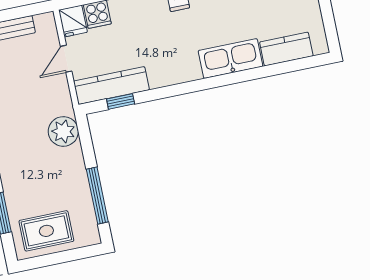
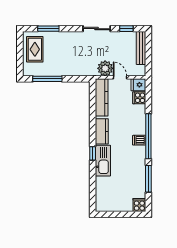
kitchen counter: (286, 49) -> (102, 131), moved
window: (121, 101) -> (93, 153), moved
plant: (63, 131) -> (105, 68), moved

